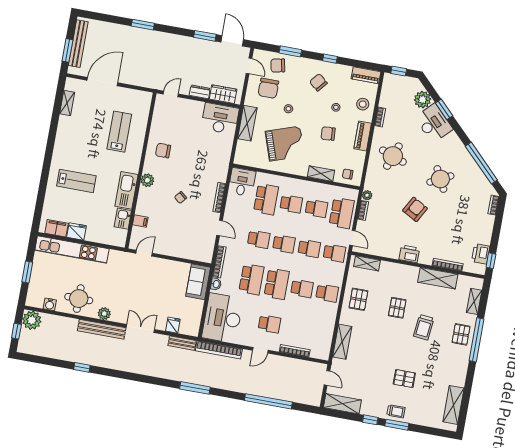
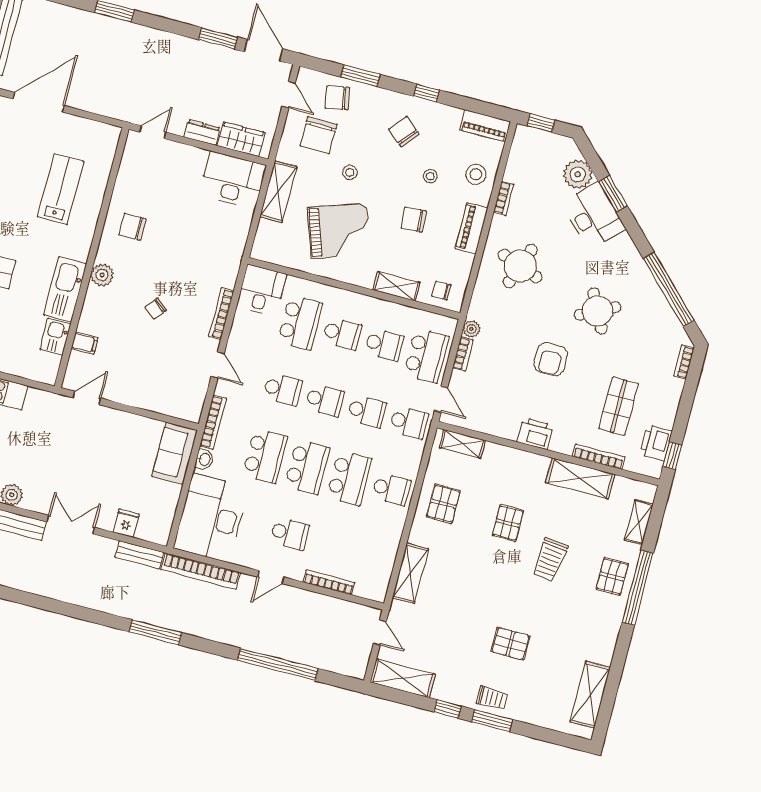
armchair: (415, 209) -> (551, 359), turned 151
shop shelf: (457, 234) -> (619, 406), added
school desk: (302, 288) -> (349, 478), width x1.85

